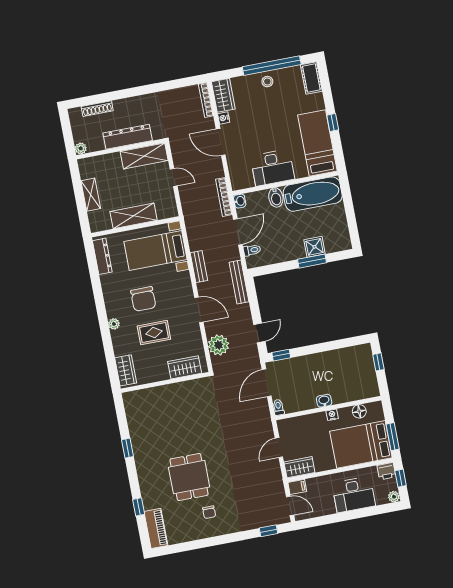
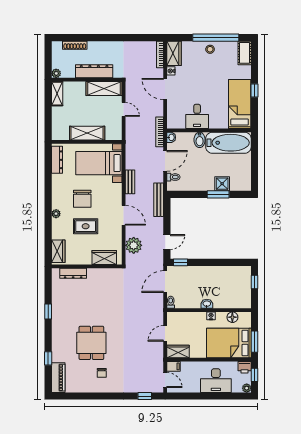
desk: (272, 168) -> (197, 116), width x0.73
shelving: (91, 195) -> (57, 94), moved
dresser: (150, 394) -> (73, 273), added

